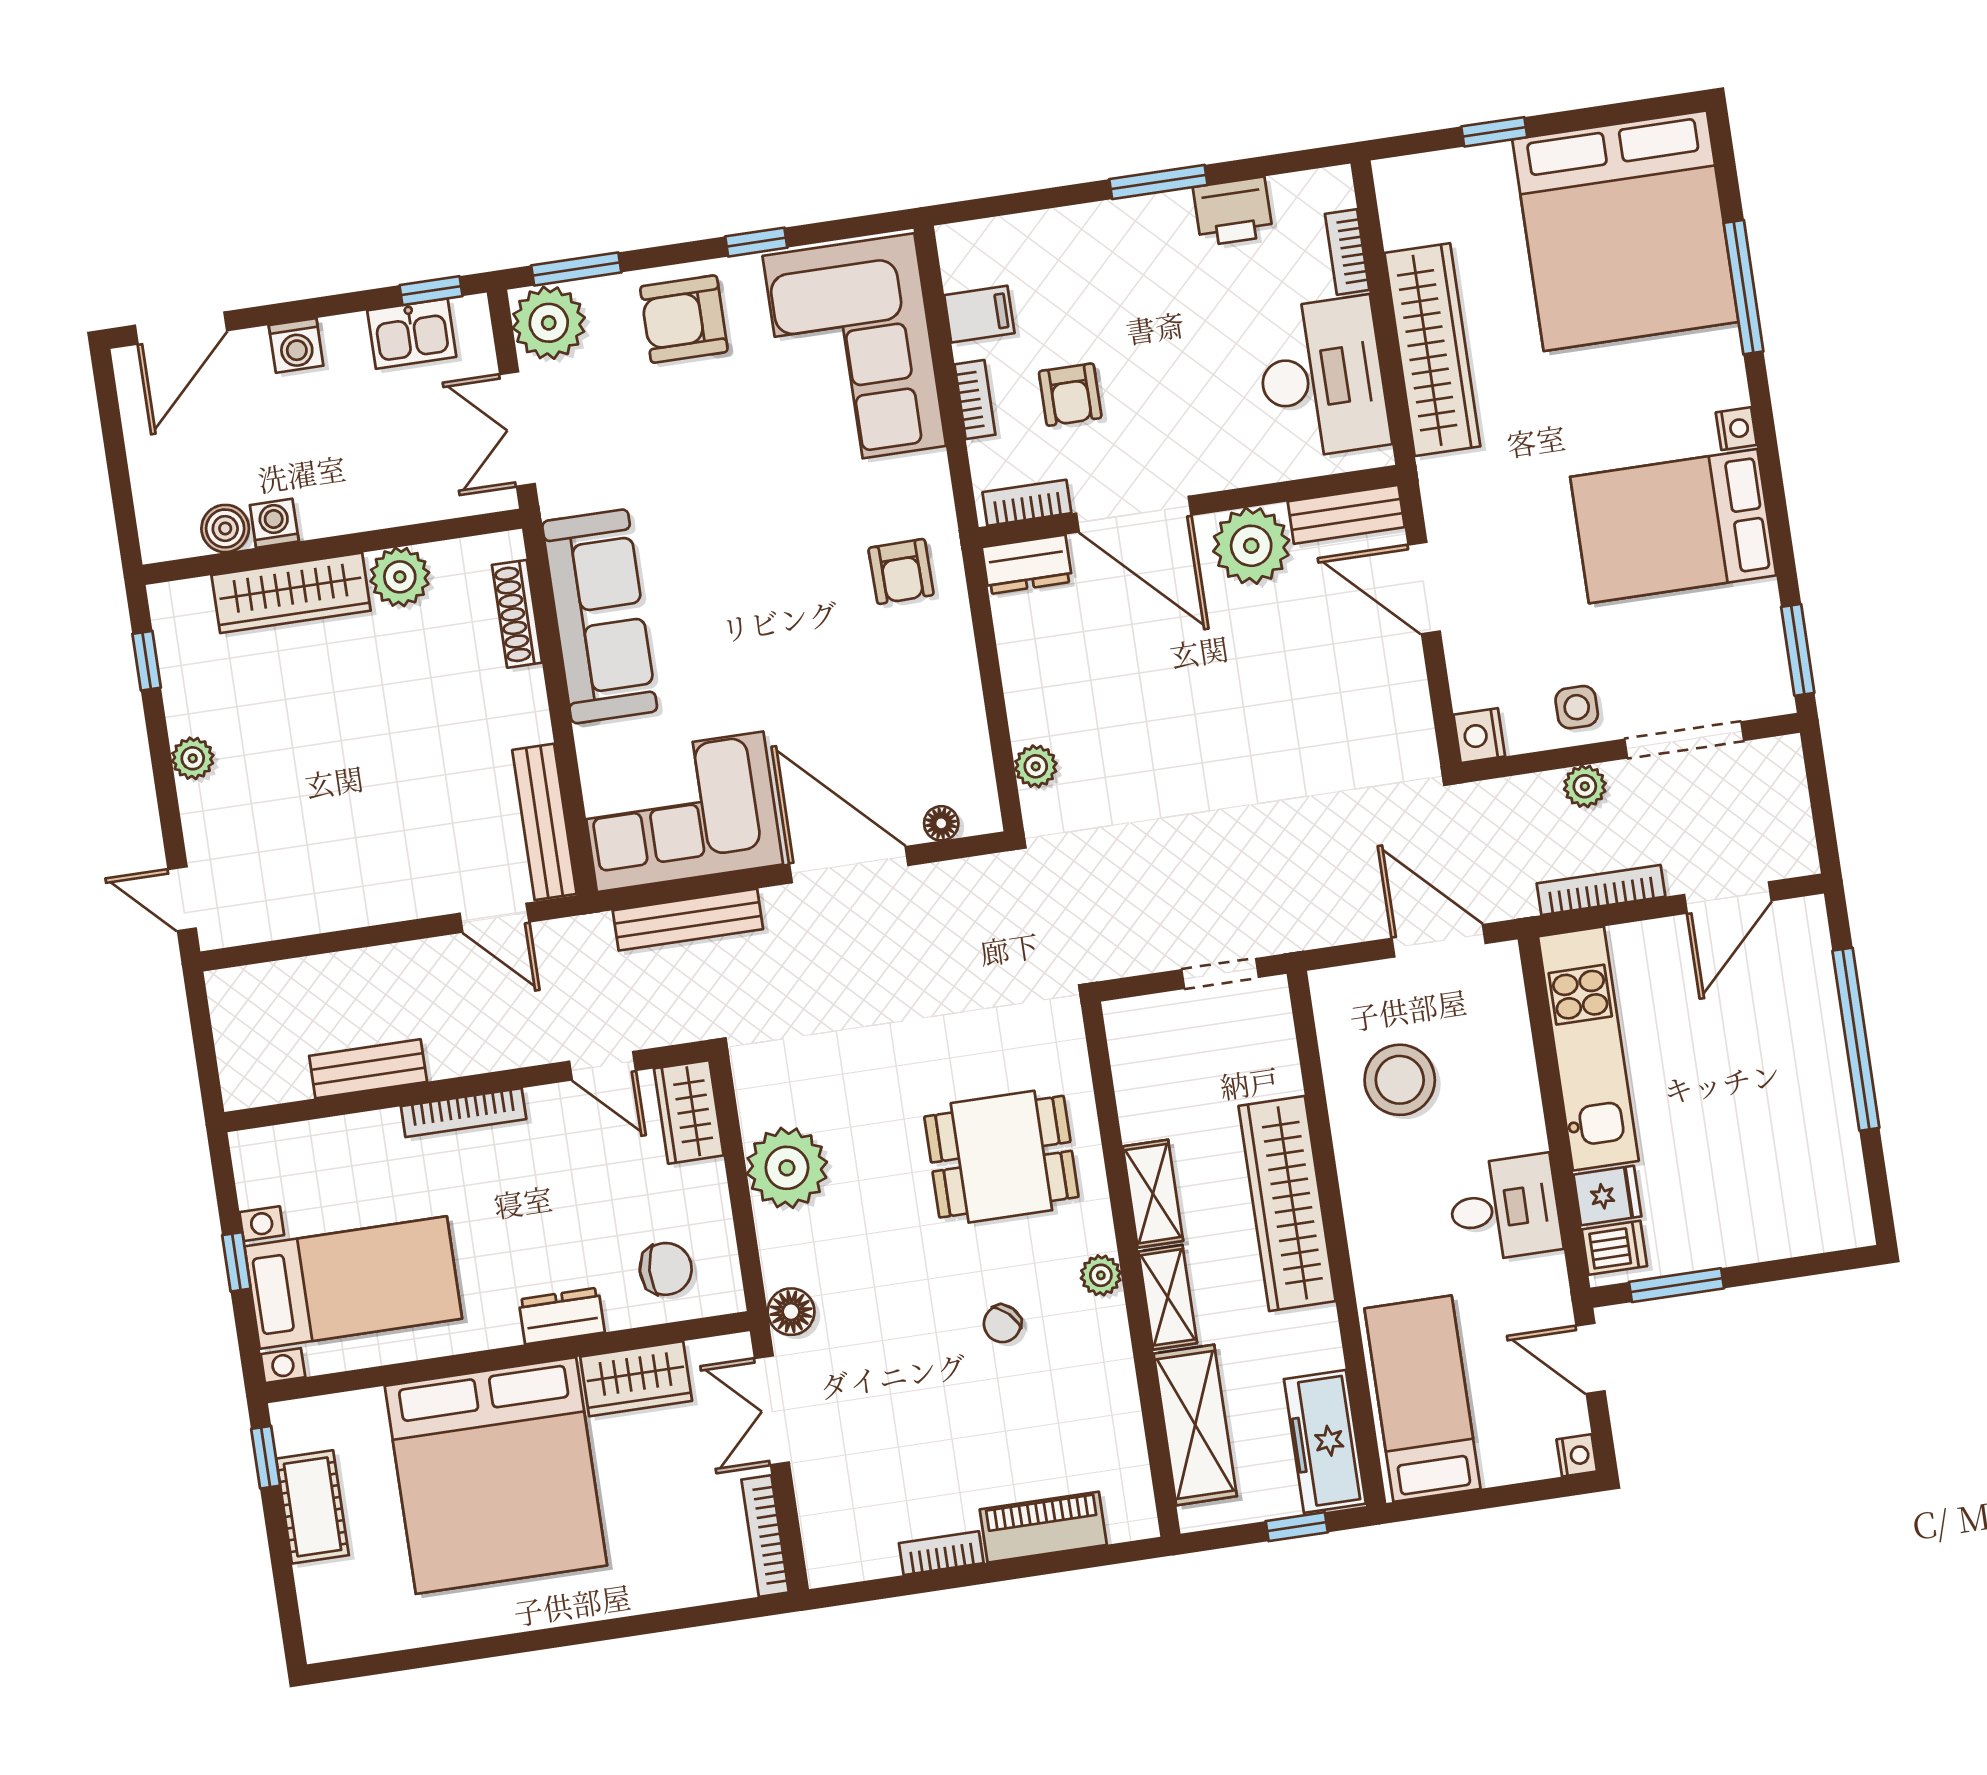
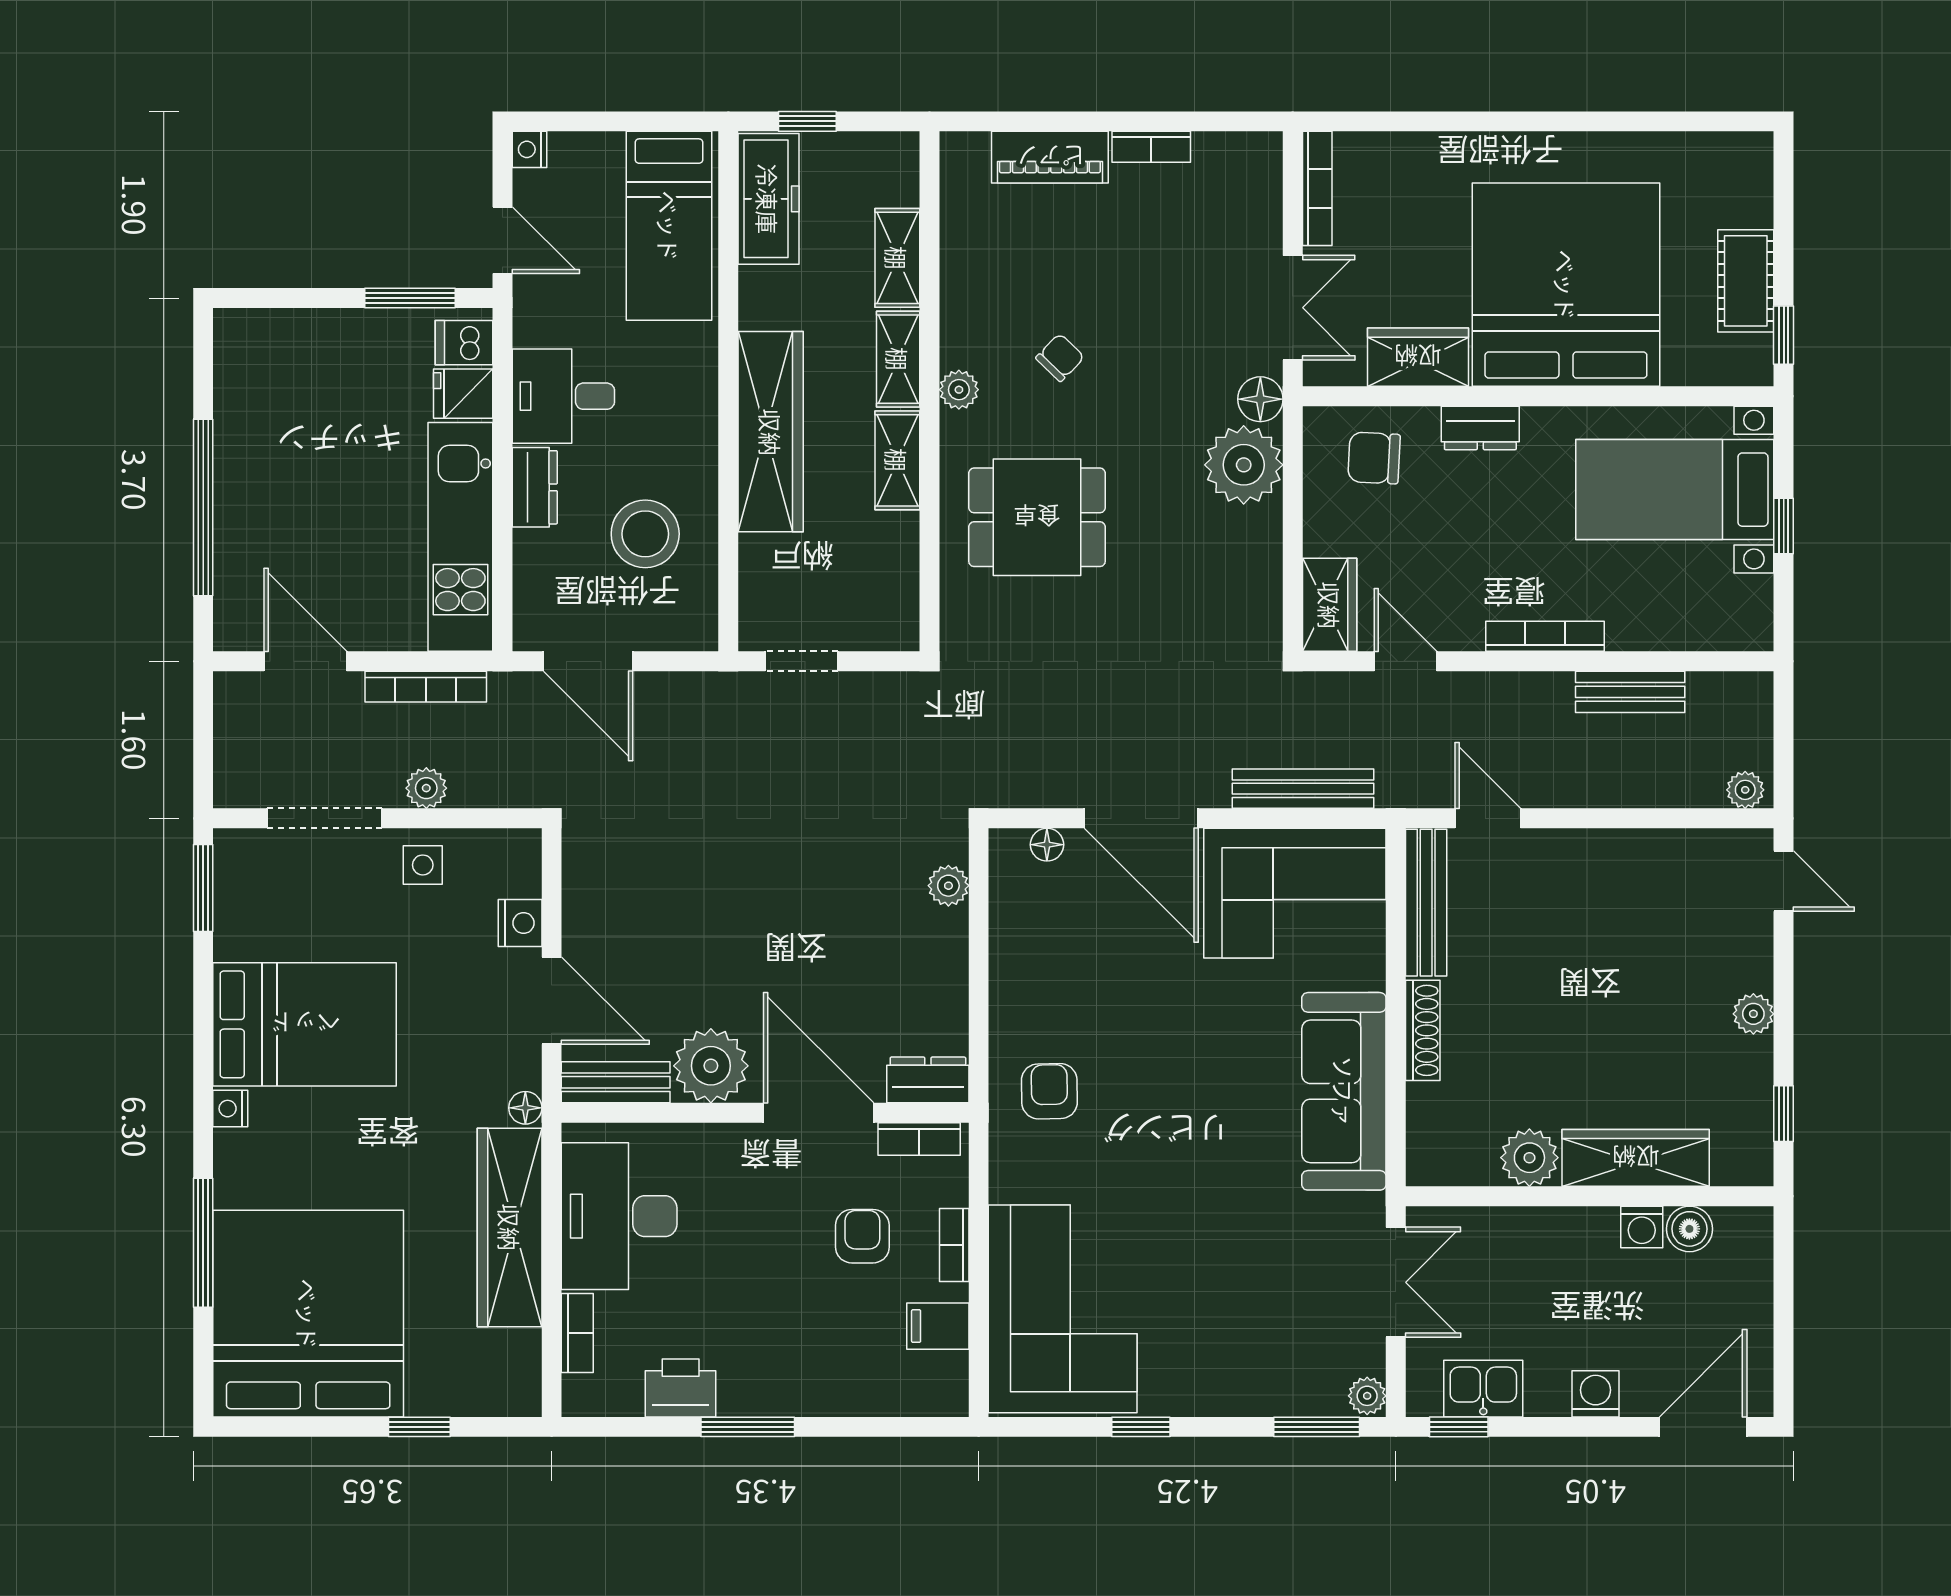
armchair: (684, 319) -> (1221, 1364), removed
plant: (549, 323) -> (1367, 1396), width x0.53, depth x0.53
floor lamp: (1435, 474) -> (525, 1108), added
shoe rack: (517, 614) -> (1423, 1030), moved
nightstand: (1479, 736) -> (520, 923), moved
door: (1728, 898) -> (305, 661), hinge flipped
plant: (235, 986) -> (1745, 790), added
dresser: (1520, 1111) -> (535, 487), added
plant: (787, 1168) -> (1244, 465), moved
shelving: (1195, 1425) -> (897, 258), width x0.67, depth x0.75

